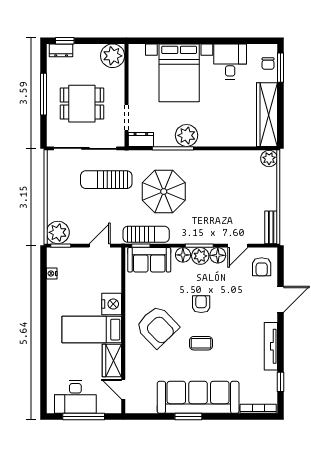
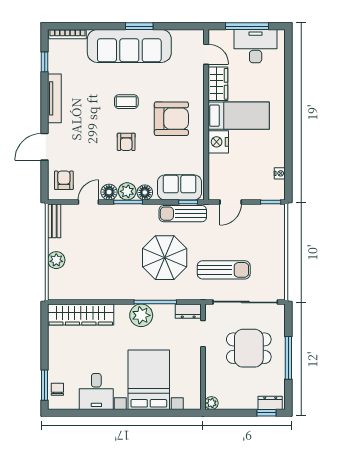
plant: (113, 56) -> (211, 403), width x0.53, depth x0.53
wardrobe: (267, 115) -> (81, 315), moved, turned 90
plant: (269, 159) -> (56, 260), moved
plant: (58, 232) -> (274, 216), removed
armchair: (157, 327) -> (171, 119), turned 134

